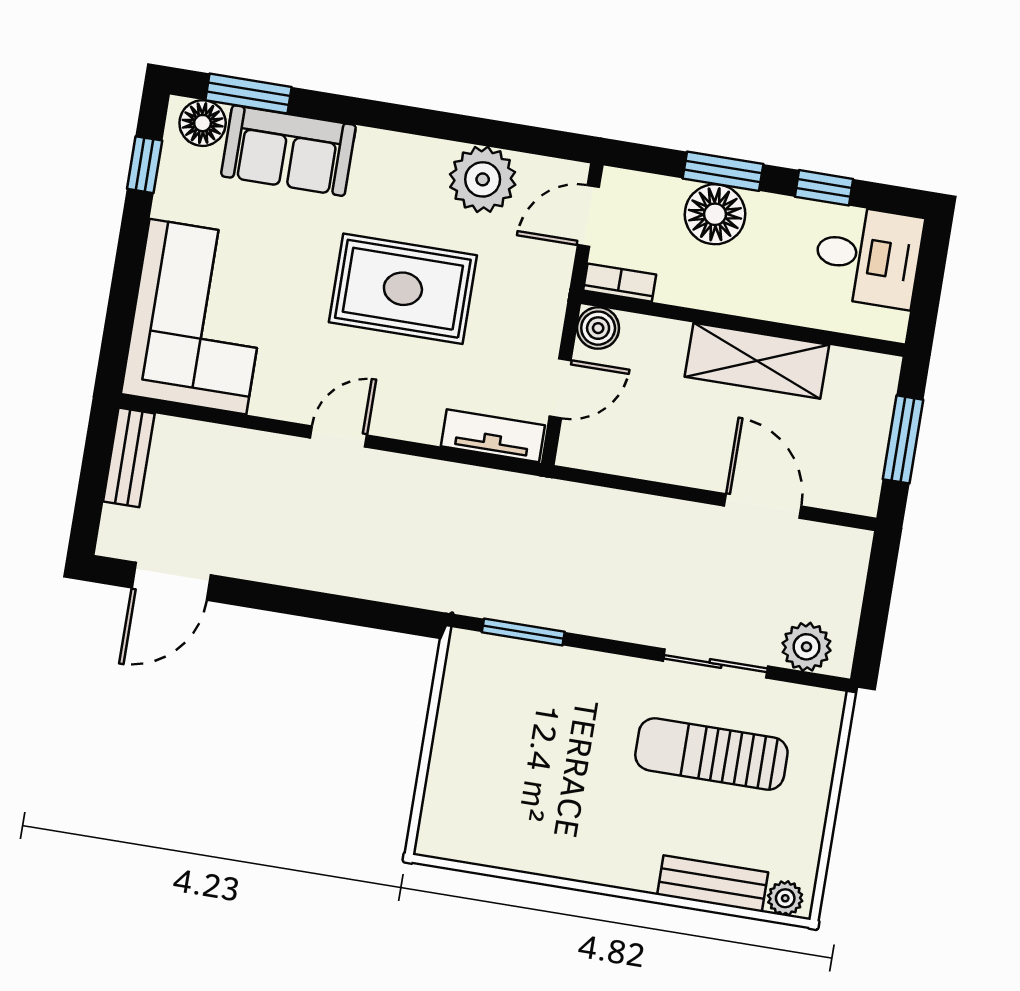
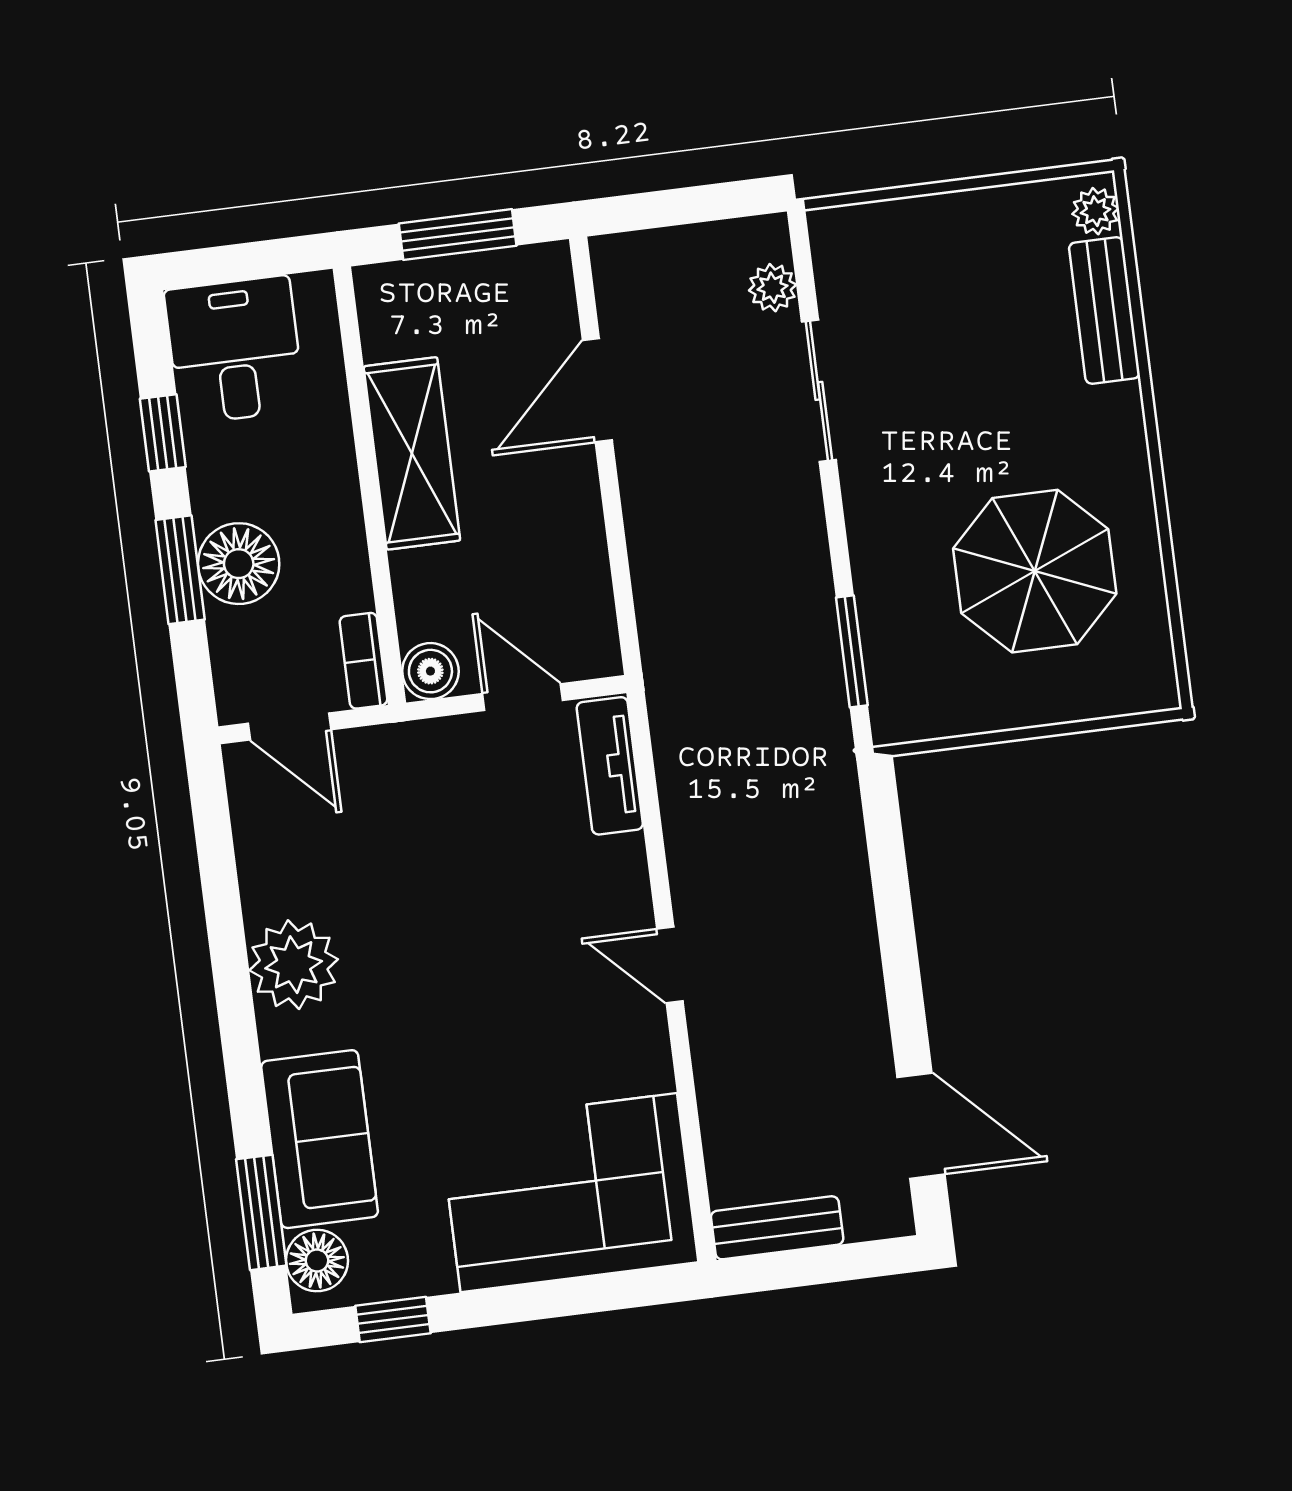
plant: (483, 179) -> (294, 965), moved
rug: (403, 289) -> (454, 938), removed
plant: (806, 647) -> (773, 288), width x0.73, depth x0.73
sun lounger: (711, 754) -> (937, 362), removed
parasol: (542, 779) -> (1035, 571), added

